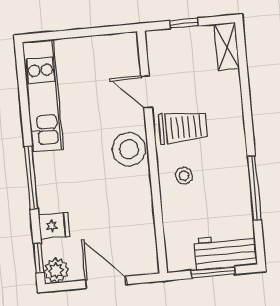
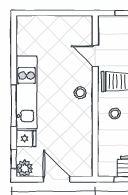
kitchen unit: (43, 96) -> (27, 92), moved
stool: (129, 149) -> (80, 93), width x0.53, depth x0.53

